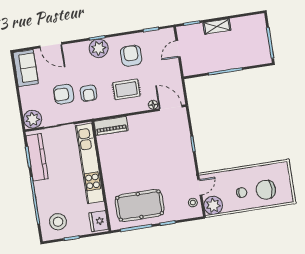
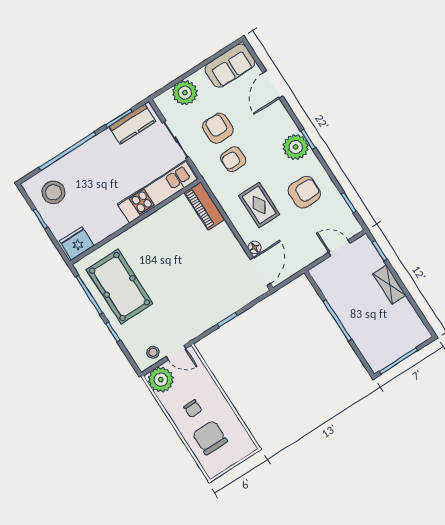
plant: (33, 119) -> (185, 93), moved
kitchen counter: (37, 157) -> (132, 124), width x0.67
kitchen unit: (90, 163) -> (157, 192), width x0.73

